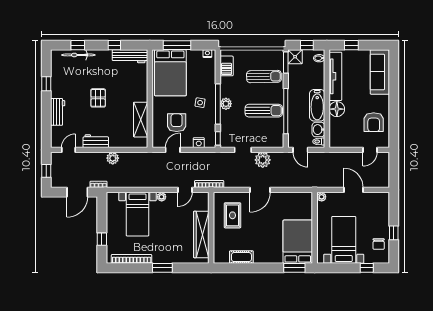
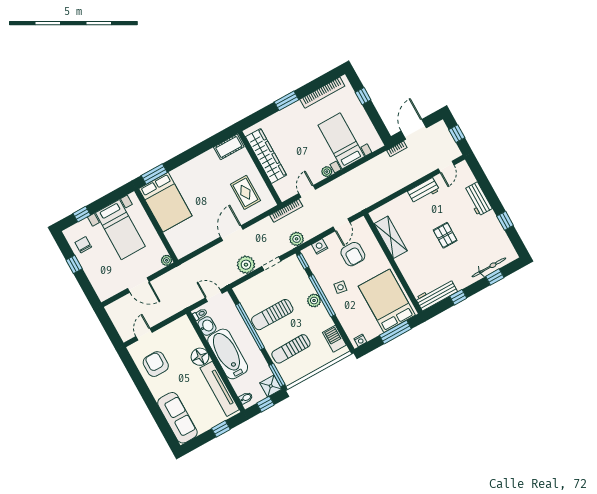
bathtub: (317, 105) -> (228, 354), width x1.36, depth x1.36
plant: (113, 158) -> (297, 239), moved
cot: (241, 257) -> (229, 147), moved

